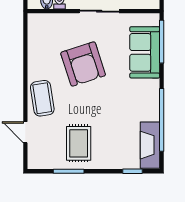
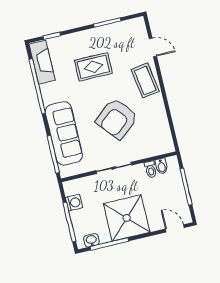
sofa: (145, 52) -> (64, 133), width x1.36
armchair: (83, 64) -> (117, 119), turned -112
rug: (79, 143) -> (93, 67), moved, turned 90

